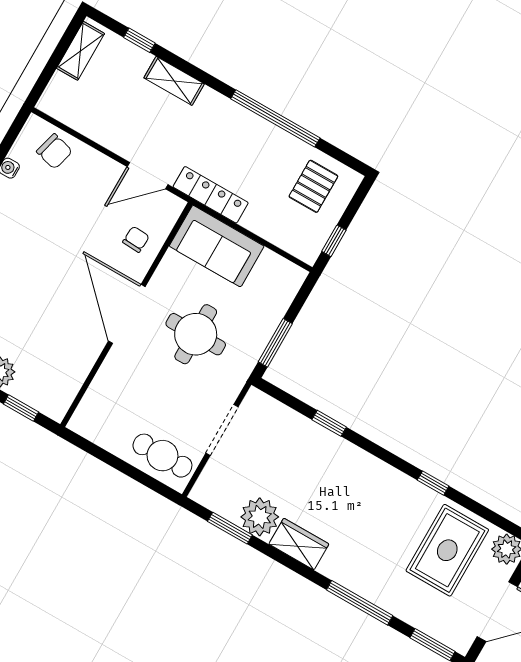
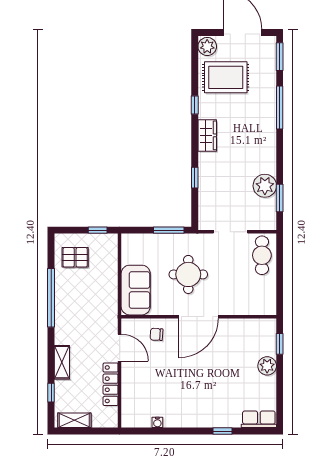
chair: (54, 151) -> (135, 404), removed
locker: (211, 195) -> (111, 384), moved
wardrobe: (299, 544) -> (207, 135), moved, turned 180

